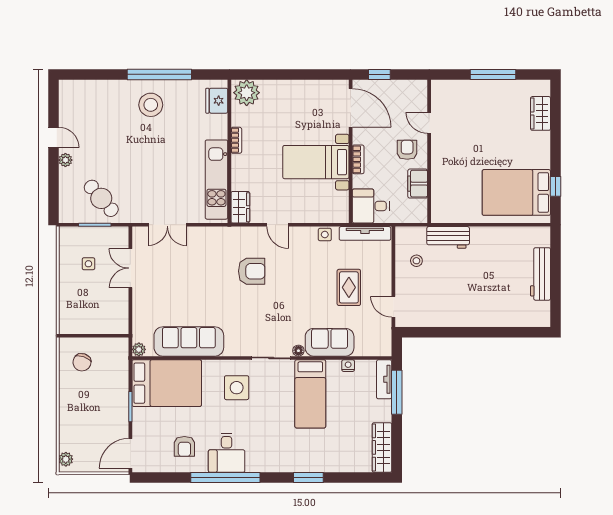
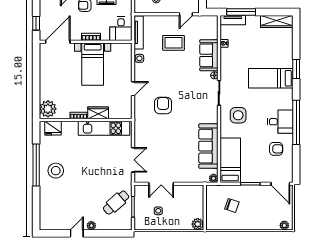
wardrobe: (240, 207) -> (98, 113), moved
plant: (68, 325) -> (198, 224), added
chair: (82, 362) -> (232, 206), moved
bed: (167, 383) -> (230, 160), width x0.67
bed: (310, 394) -> (271, 78), moved, turned 180

